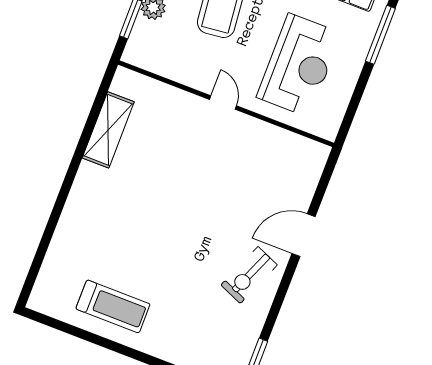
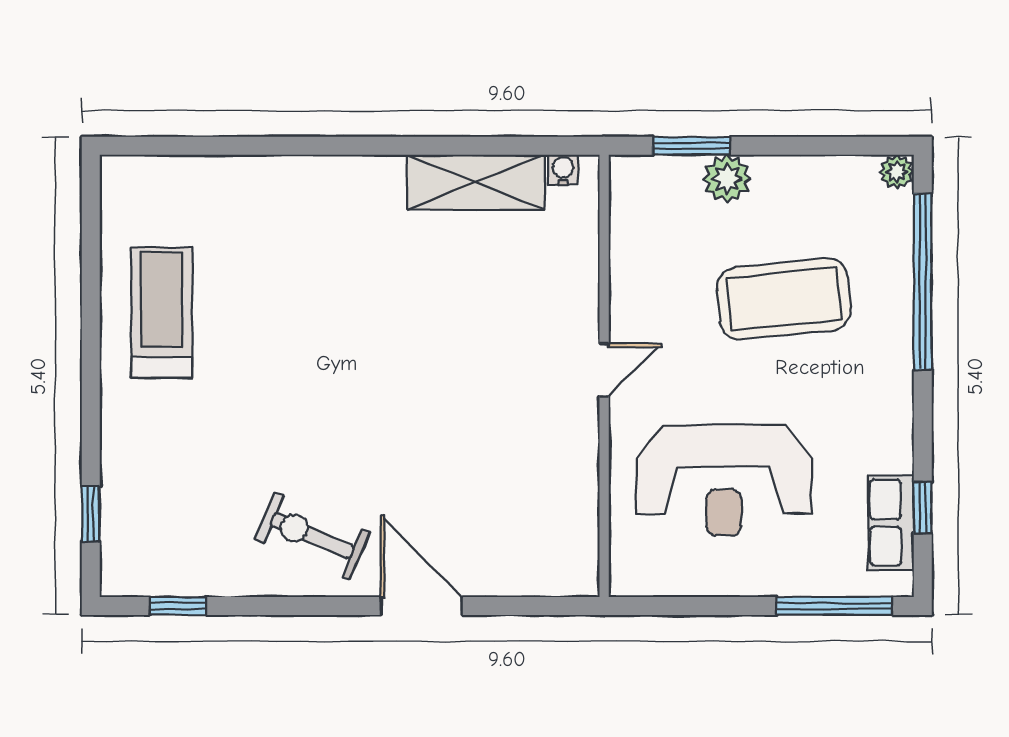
water cooler: (118, 85) -> (563, 170), added
treadmill: (113, 306) -> (162, 313), turned 180

